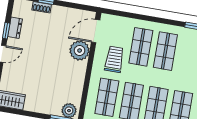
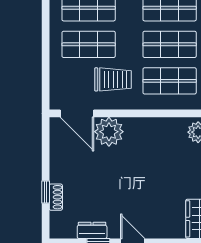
trolley: (114, 59) -> (113, 79), turned 180

